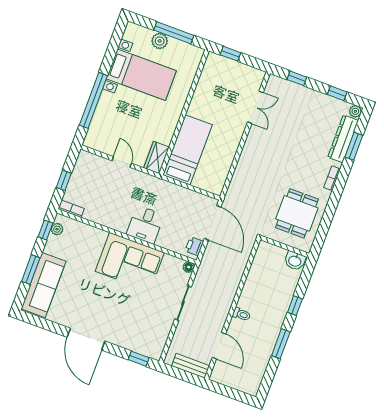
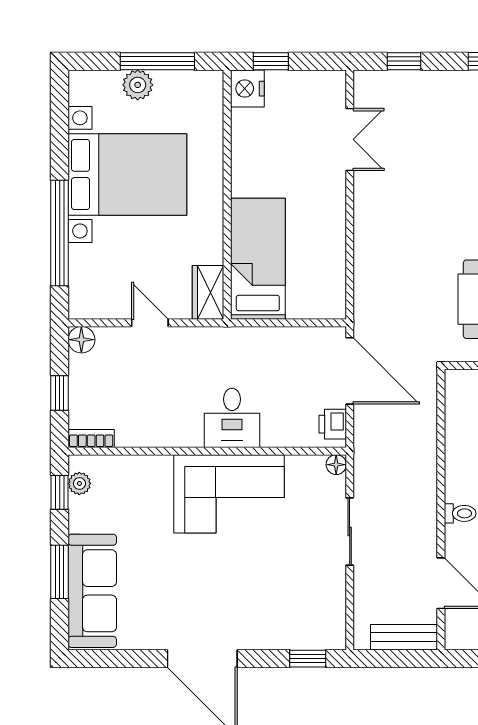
nightstand: (214, 63) -> (247, 89), added
bed with nightstands: (141, 75) -> (127, 174), width x1.36
floor lamp: (85, 158) -> (81, 340), added

